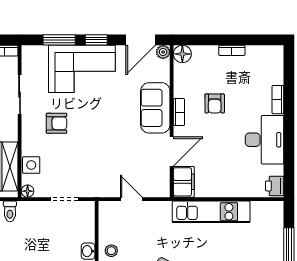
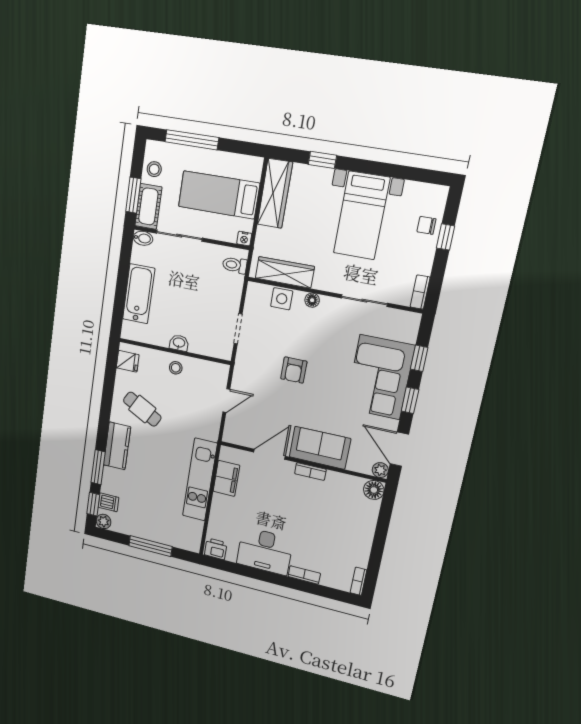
window: (59, 40) -> (419, 358), width x0.67
bookcase: (232, 50) -> (358, 581), moved
armchair: (215, 103) -> (313, 511), removed
armchair: (57, 123) -> (294, 370), moved
door: (172, 151) -> (269, 454), swing flipped
filing cabinet: (184, 182) -> (226, 478), moved, turned -90
floor lamp: (28, 191) -> (312, 300), moved

